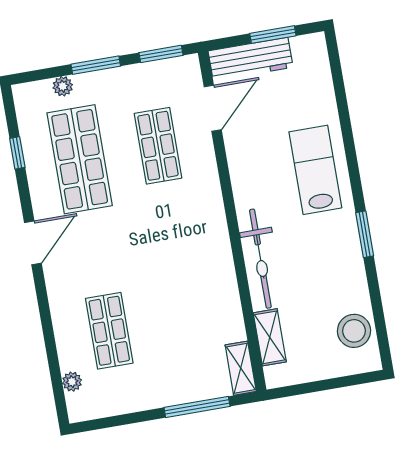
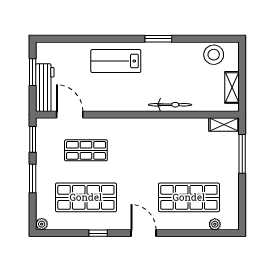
plant: (63, 86) -> (42, 224), moved
window: (17, 153) -> (98, 233), moved
door: (33, 243) -> (143, 233), moved
bicycle: (260, 259) -> (170, 105), width x0.73, depth x0.71
shop shelf: (109, 331) -> (189, 197), width x1.43, depth x1.36
shelving: (270, 337) -> (232, 87), moved, turned 90

